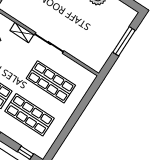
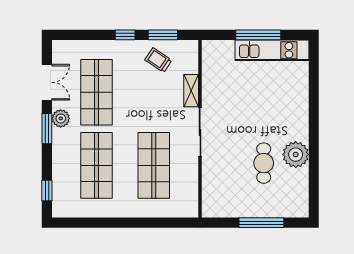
cafe table: (91, 18) -> (264, 163), added

